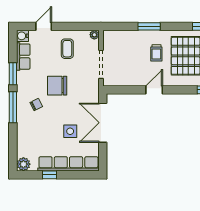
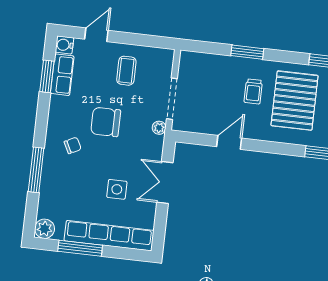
plant: (94, 35) -> (159, 128), moved
window: (13, 74) -> (47, 76), moved
door: (154, 90) -> (229, 142), moved
window: (13, 107) -> (36, 170), moved
double door: (103, 123) -> (165, 182), width x0.73
window: (50, 175) -> (80, 248), width x2.17

